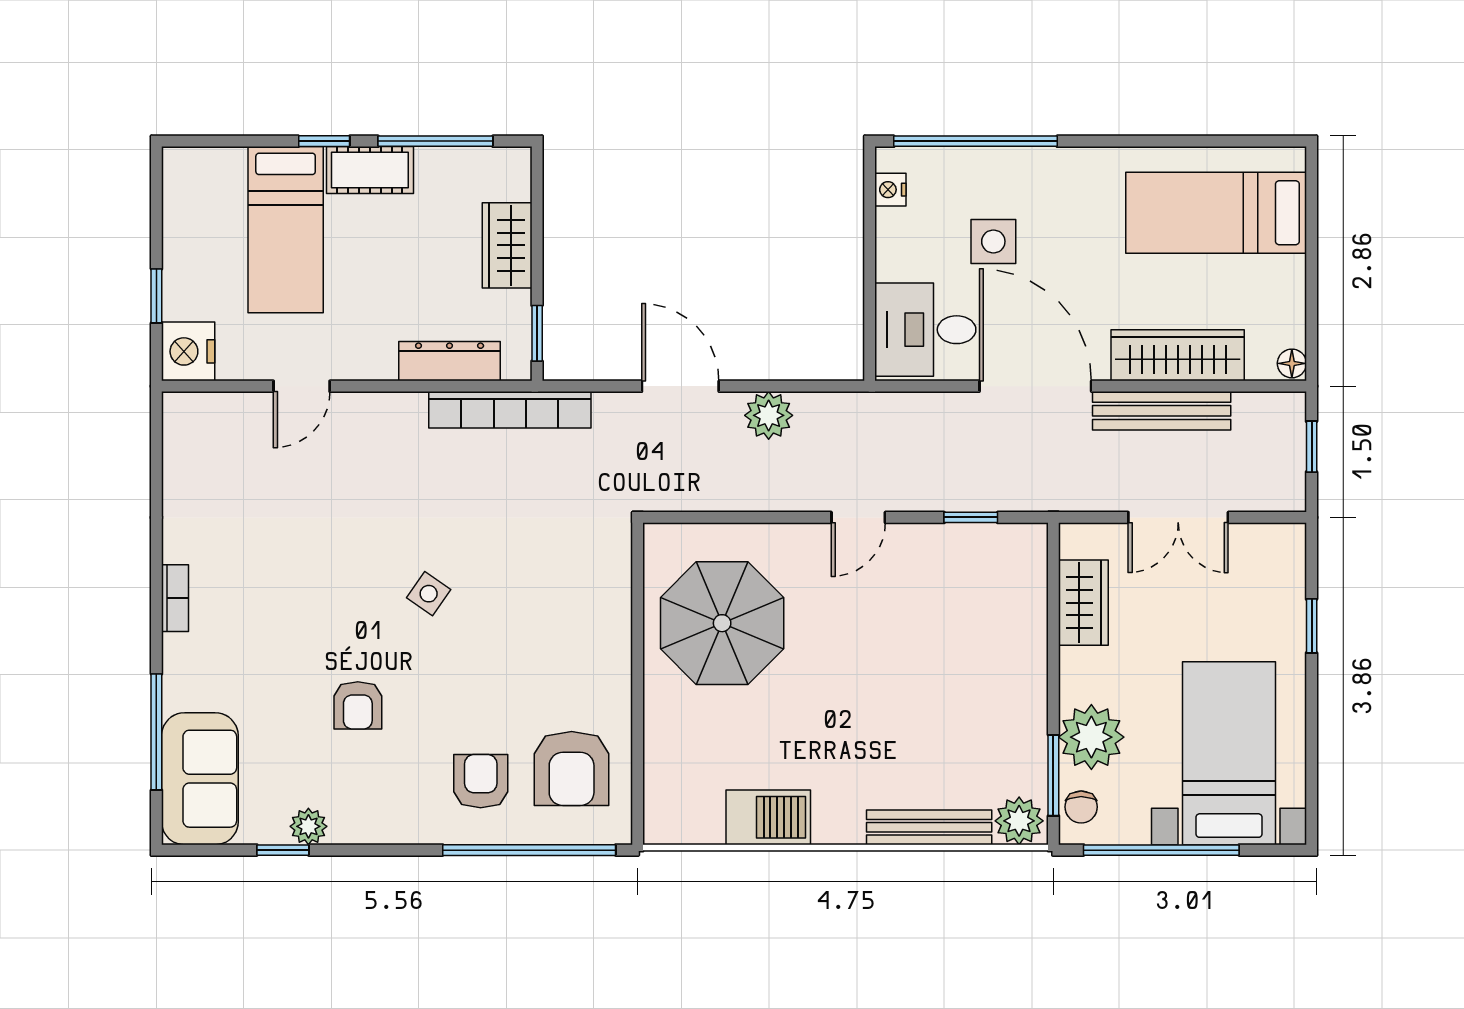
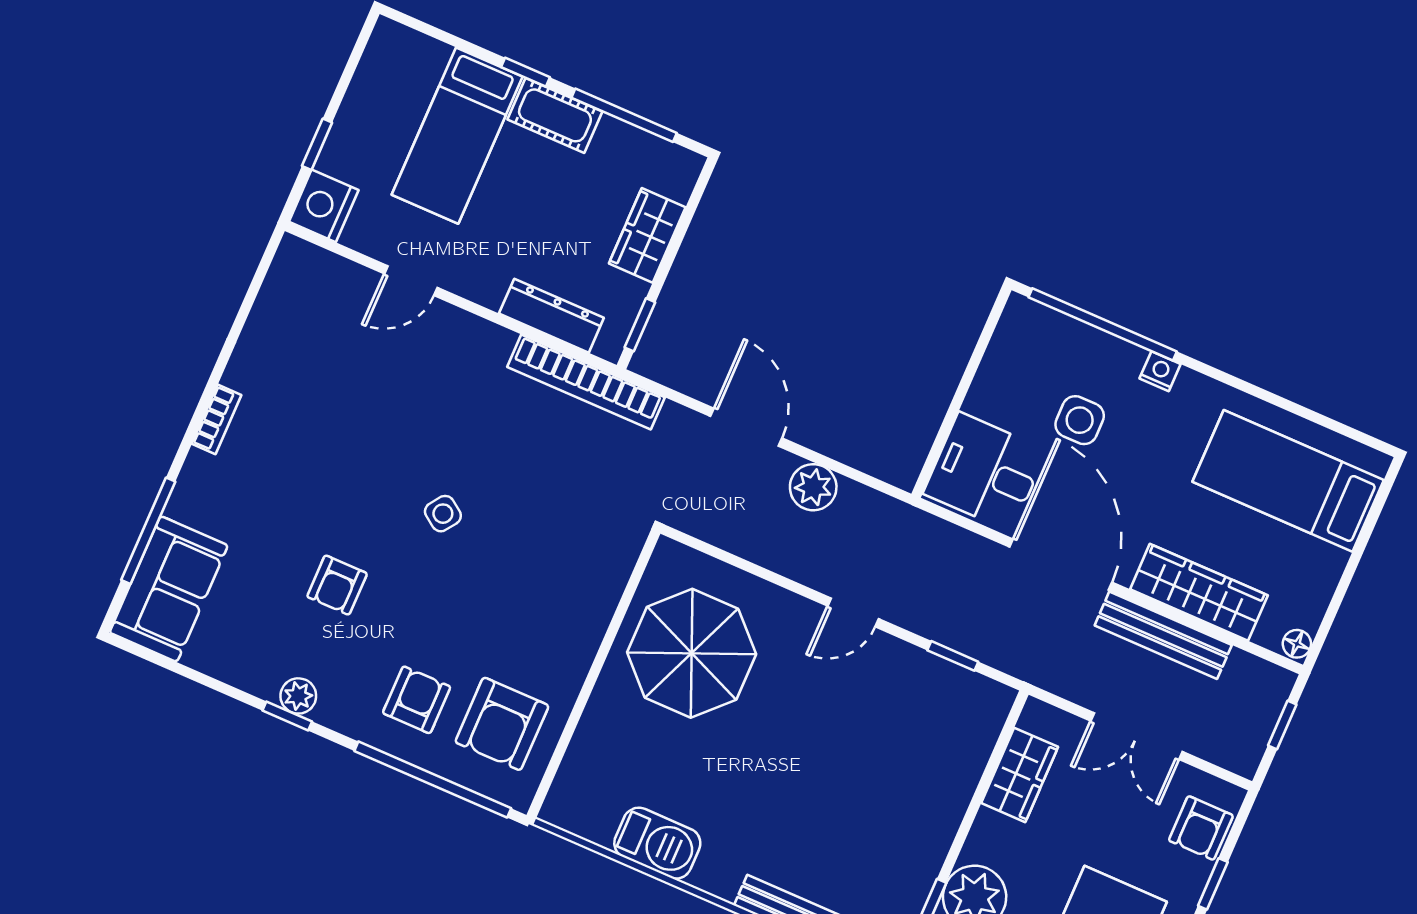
nightstand: (890, 190) -> (1160, 371), moved, turned 90
armchair: (1277, 578) -> (1201, 828), added
plant: (308, 826) -> (298, 696), moved
window: (283, 850) -> (287, 716), moved

